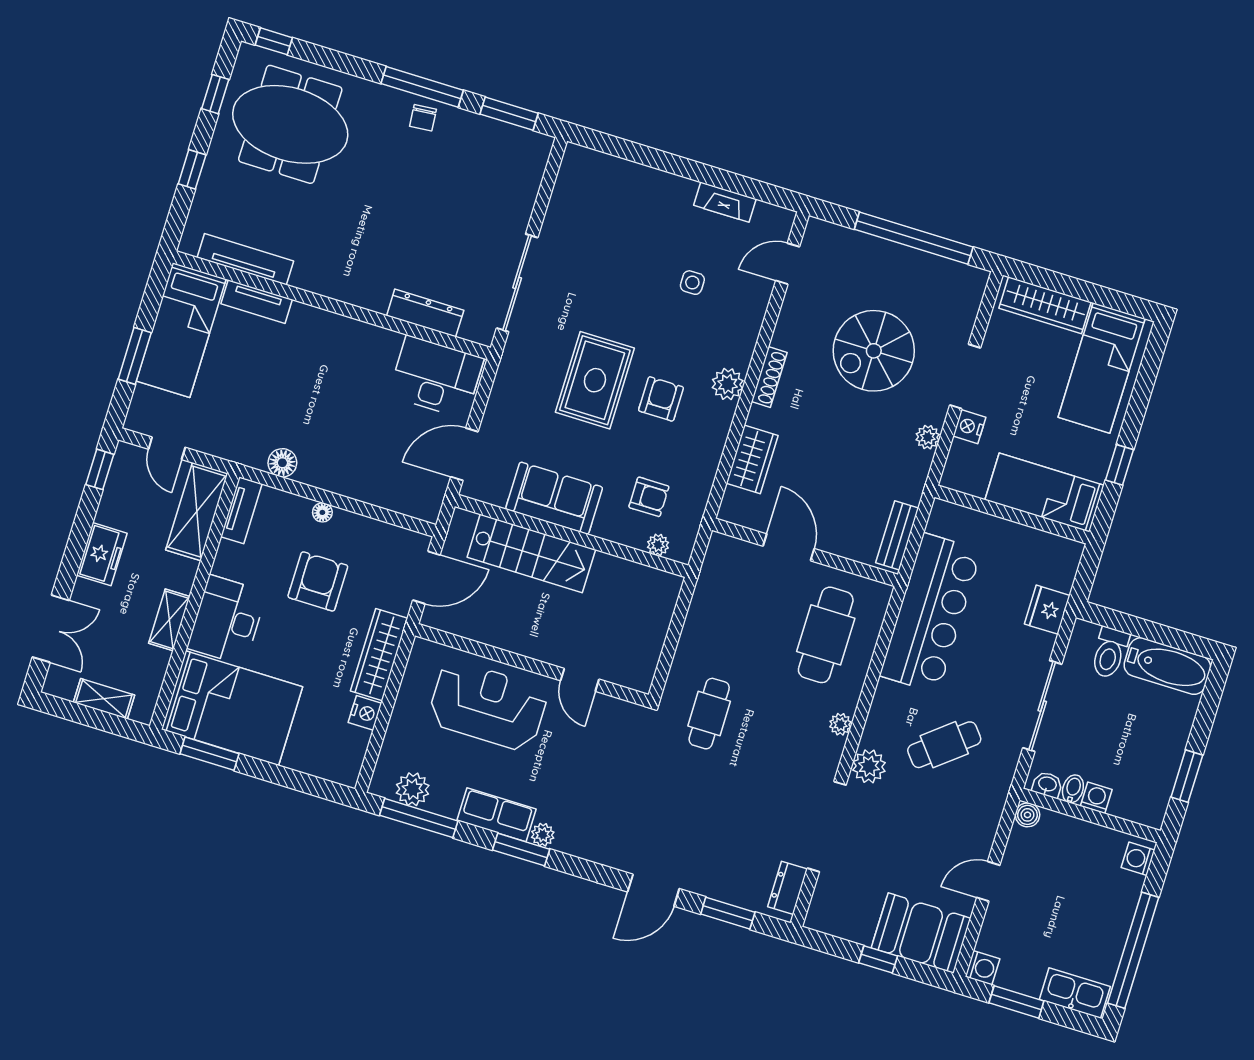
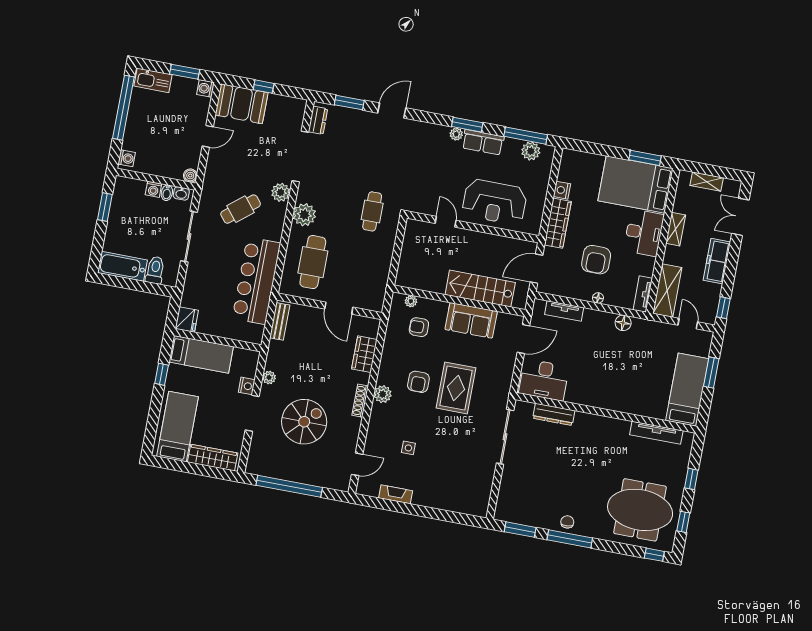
tv unit: (257, 302) -> (564, 311), moved, turned 180
freezer: (102, 554) -> (717, 261), width x1.40
fridge: (1047, 610) -> (187, 319), moved
plant: (840, 724) -> (304, 215), width x1.87, depth x1.87

